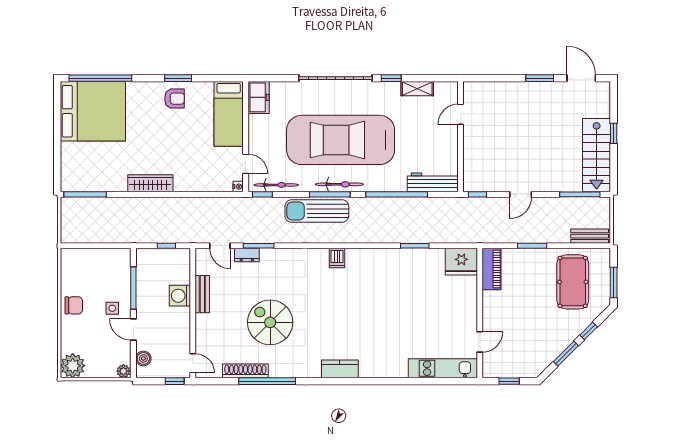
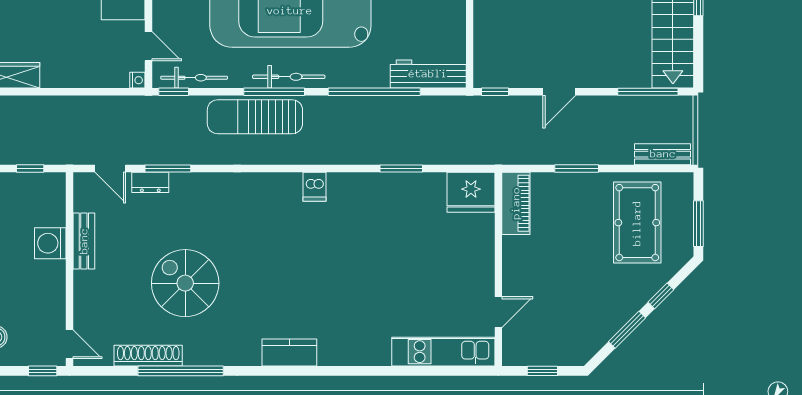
dishwasher: (337, 258) -> (315, 187), moved

